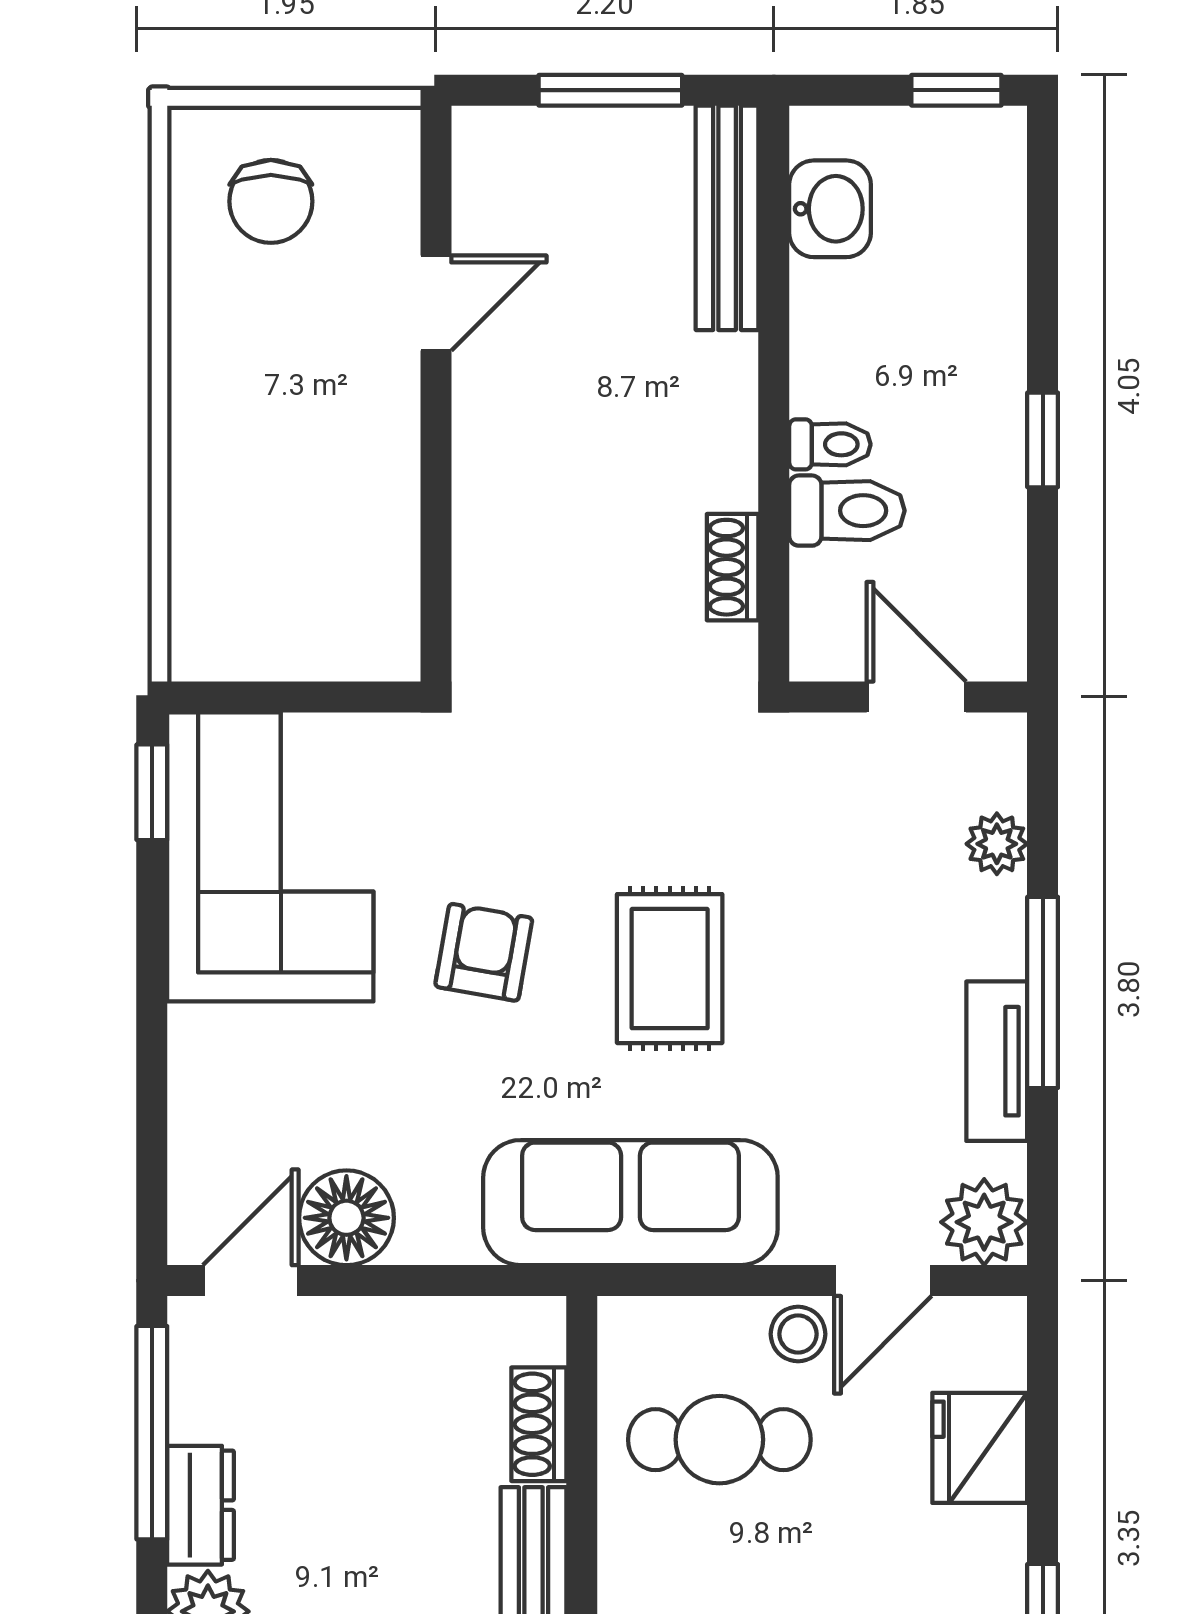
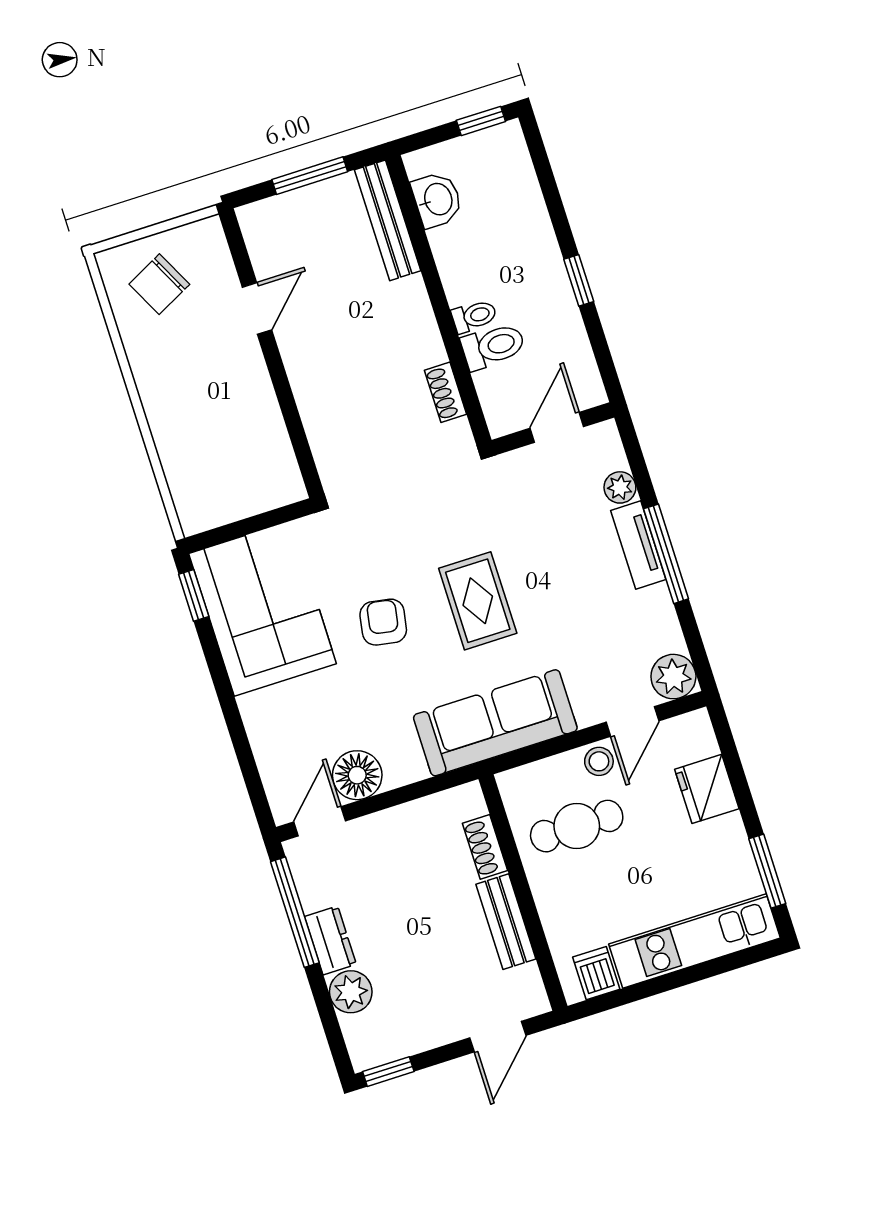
chair: (271, 201) -> (159, 284), turned 63
door: (916, 697) -> (557, 427), hinge flipped
tv unit: (997, 1061) -> (638, 545), moved

